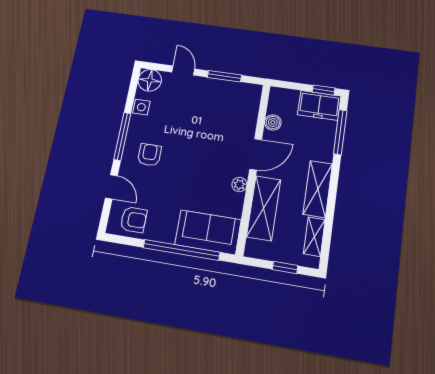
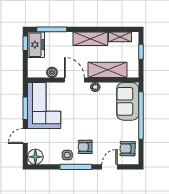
corner sofa: (224, 104) -> (44, 105), added
side table: (141, 107) -> (67, 155), moved
armchair: (134, 220) -> (128, 149), turned -89

